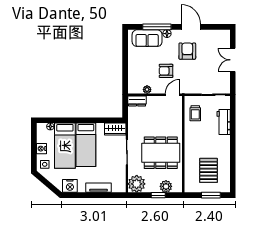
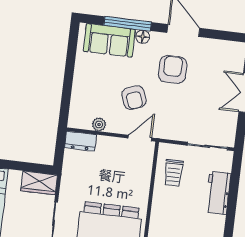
armchair: (166, 71) -> (134, 98), turned -111

